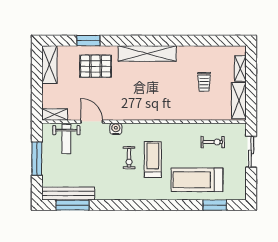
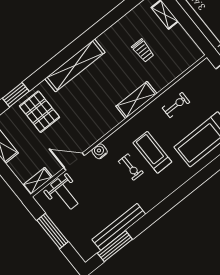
pallet: (96, 66) -> (39, 112), turned 90
shelving: (239, 101) -> (136, 100), moved, turned 90
exercise bike: (213, 142) -> (176, 105), moved
bench: (68, 194) -> (119, 227), moved

